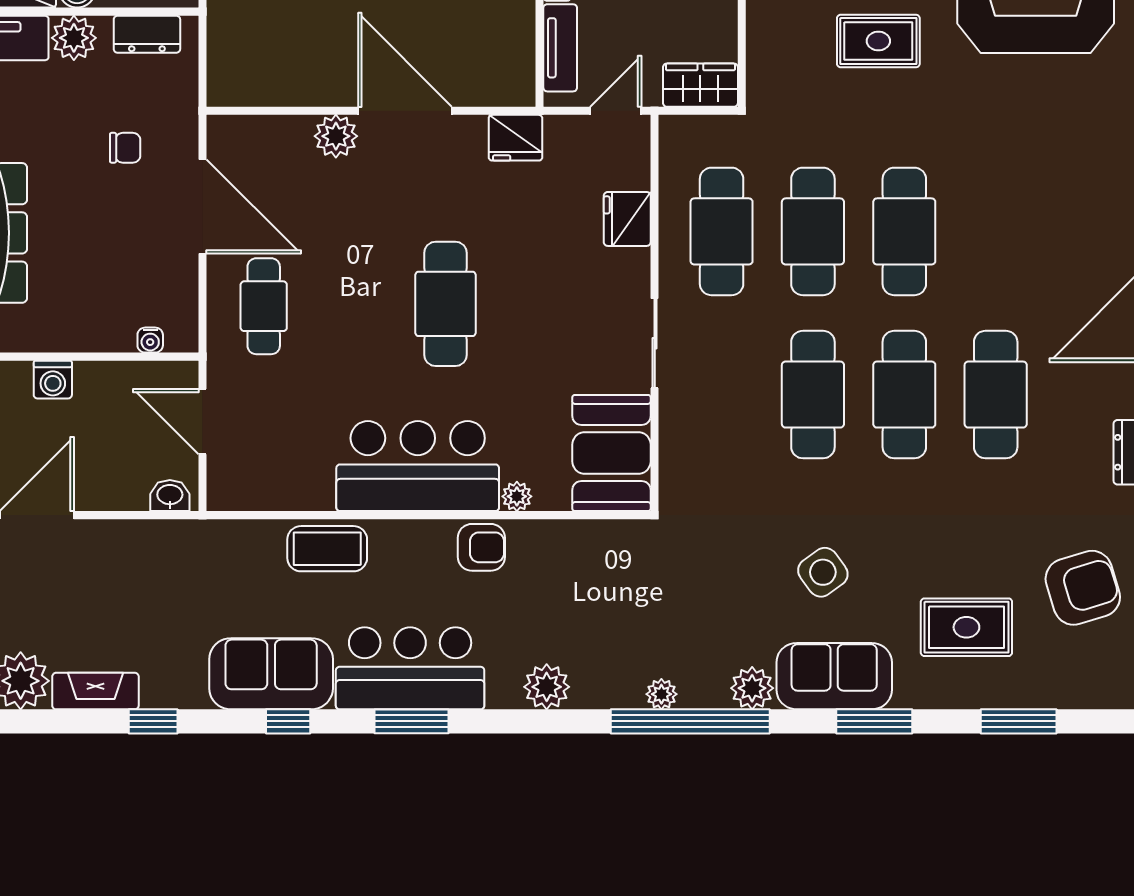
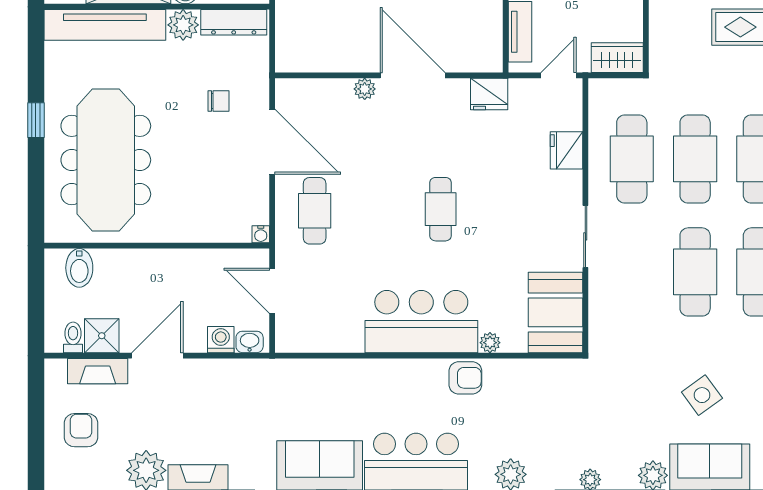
dresser: (147, 34) -> (234, 22), width x1.44
plant: (336, 136) -> (365, 89), width x0.73, depth x0.73
cafe table: (446, 304) -> (441, 209), width x0.73, depth x0.74
water cooler: (150, 340) -> (261, 234), moved
washing machine: (53, 380) -> (221, 340), moved, turned 180
coffee table: (327, 549) -> (359, 379), removed

